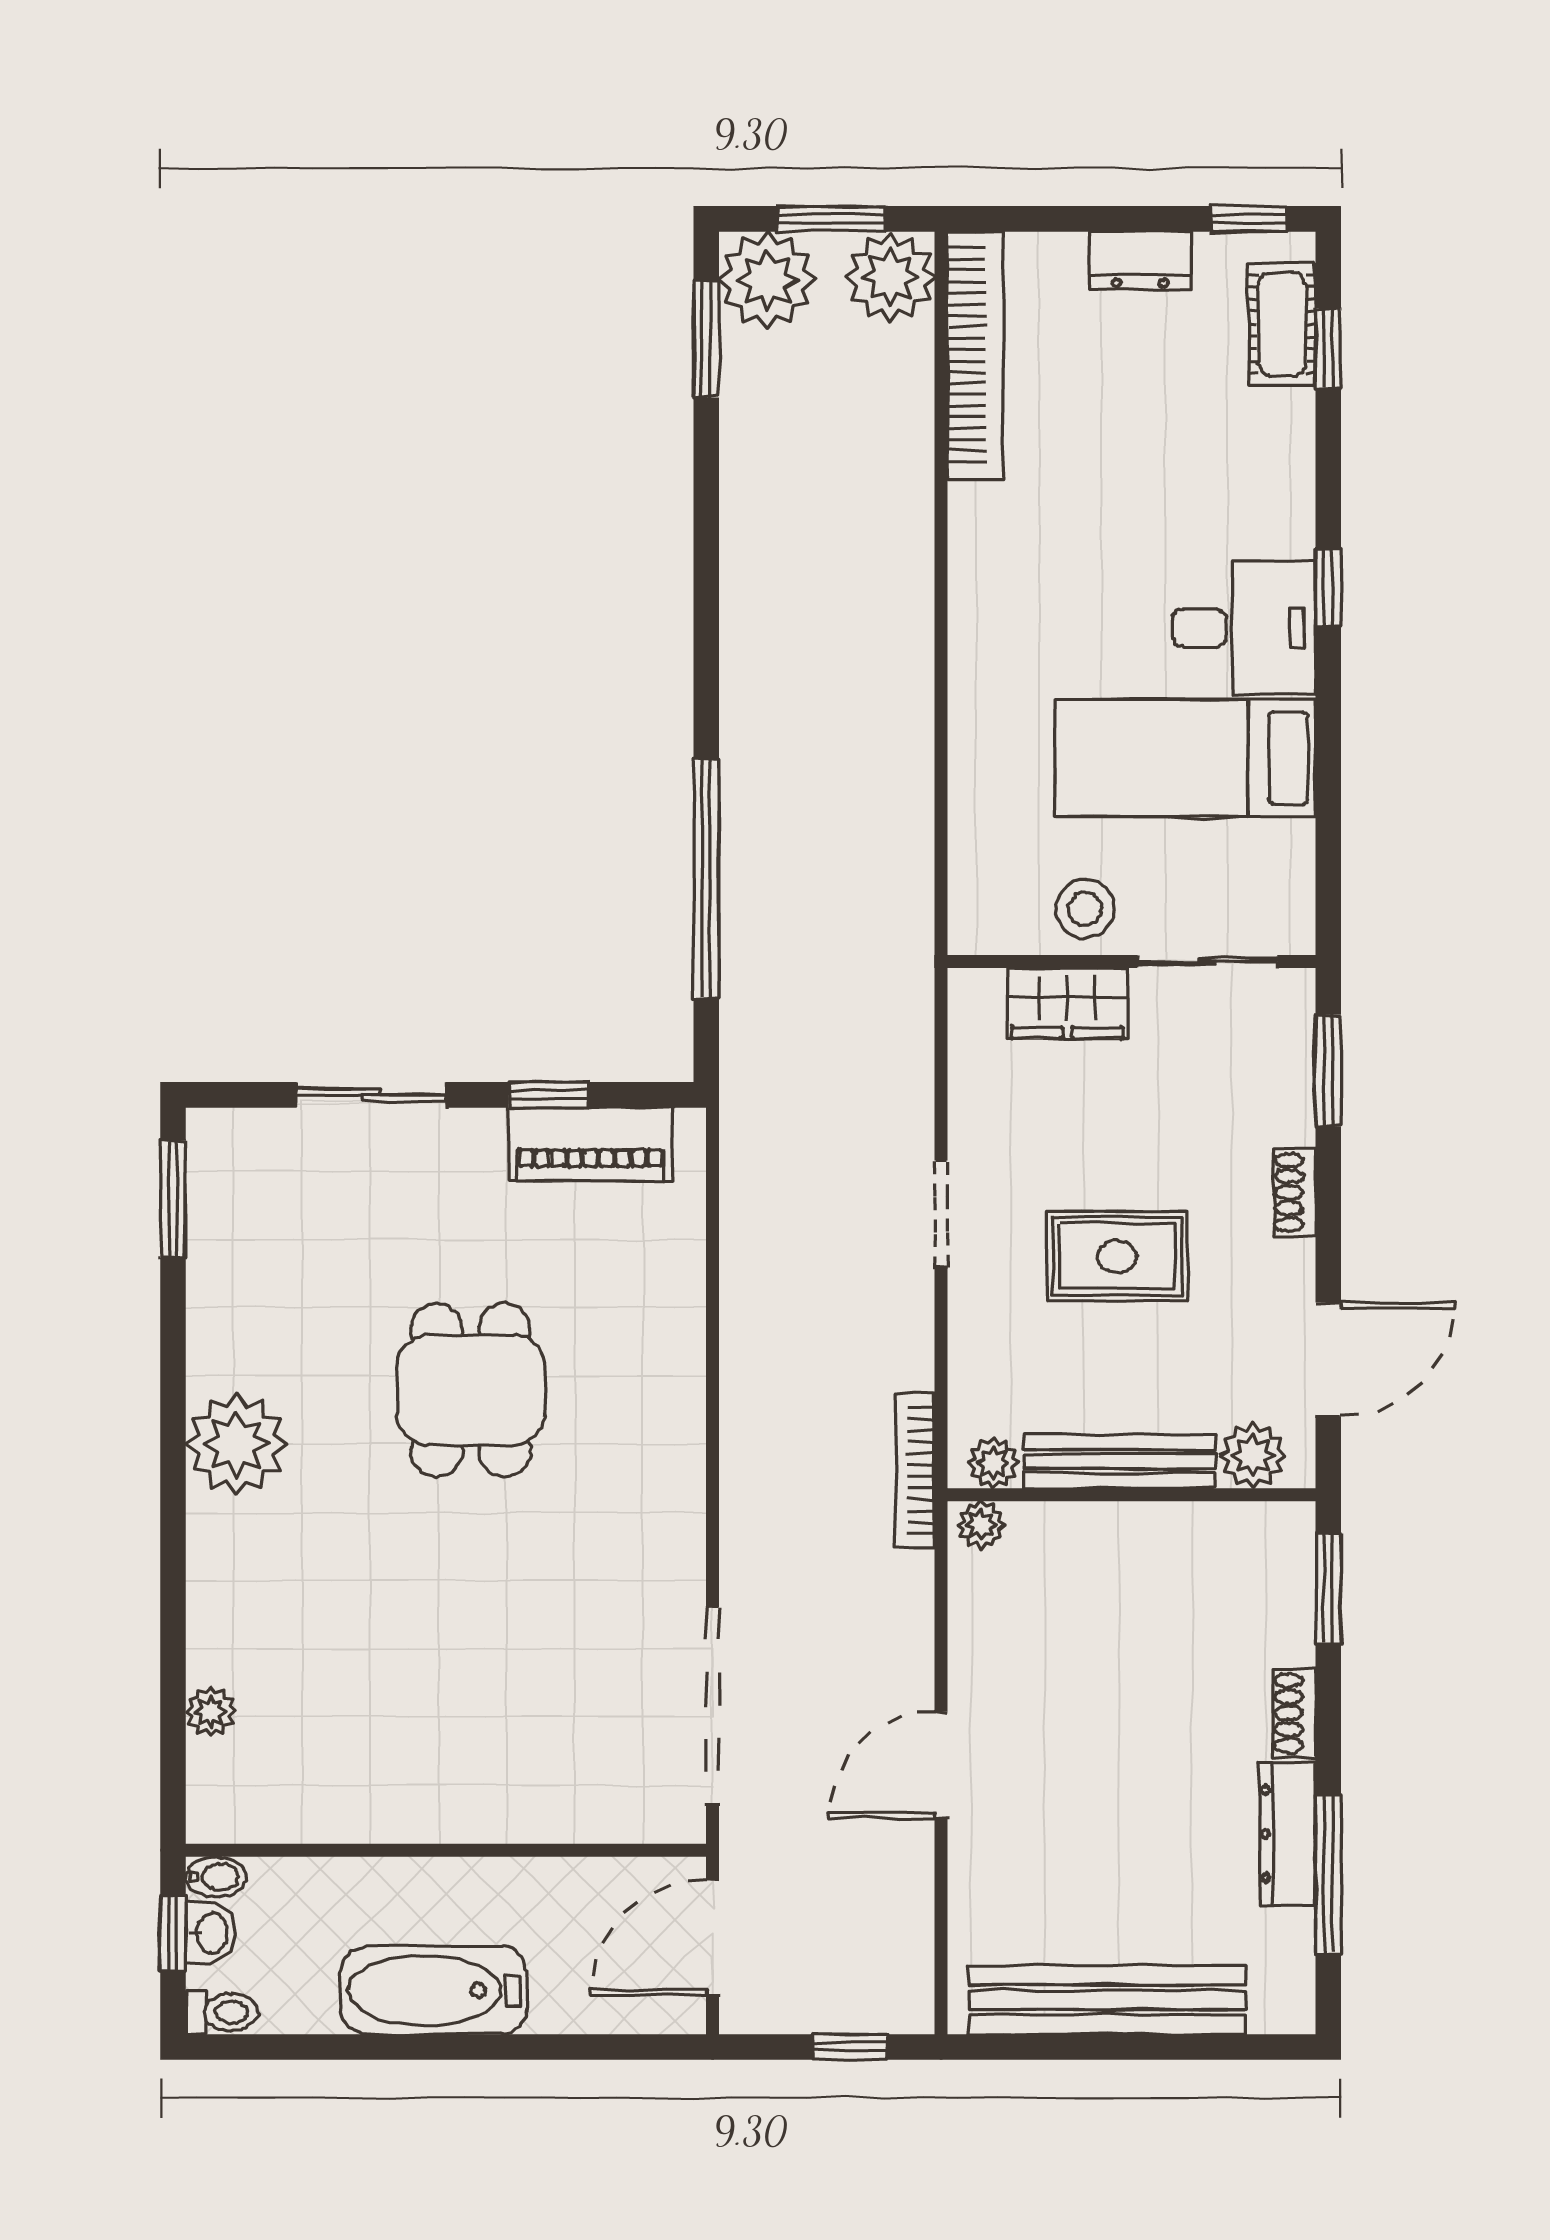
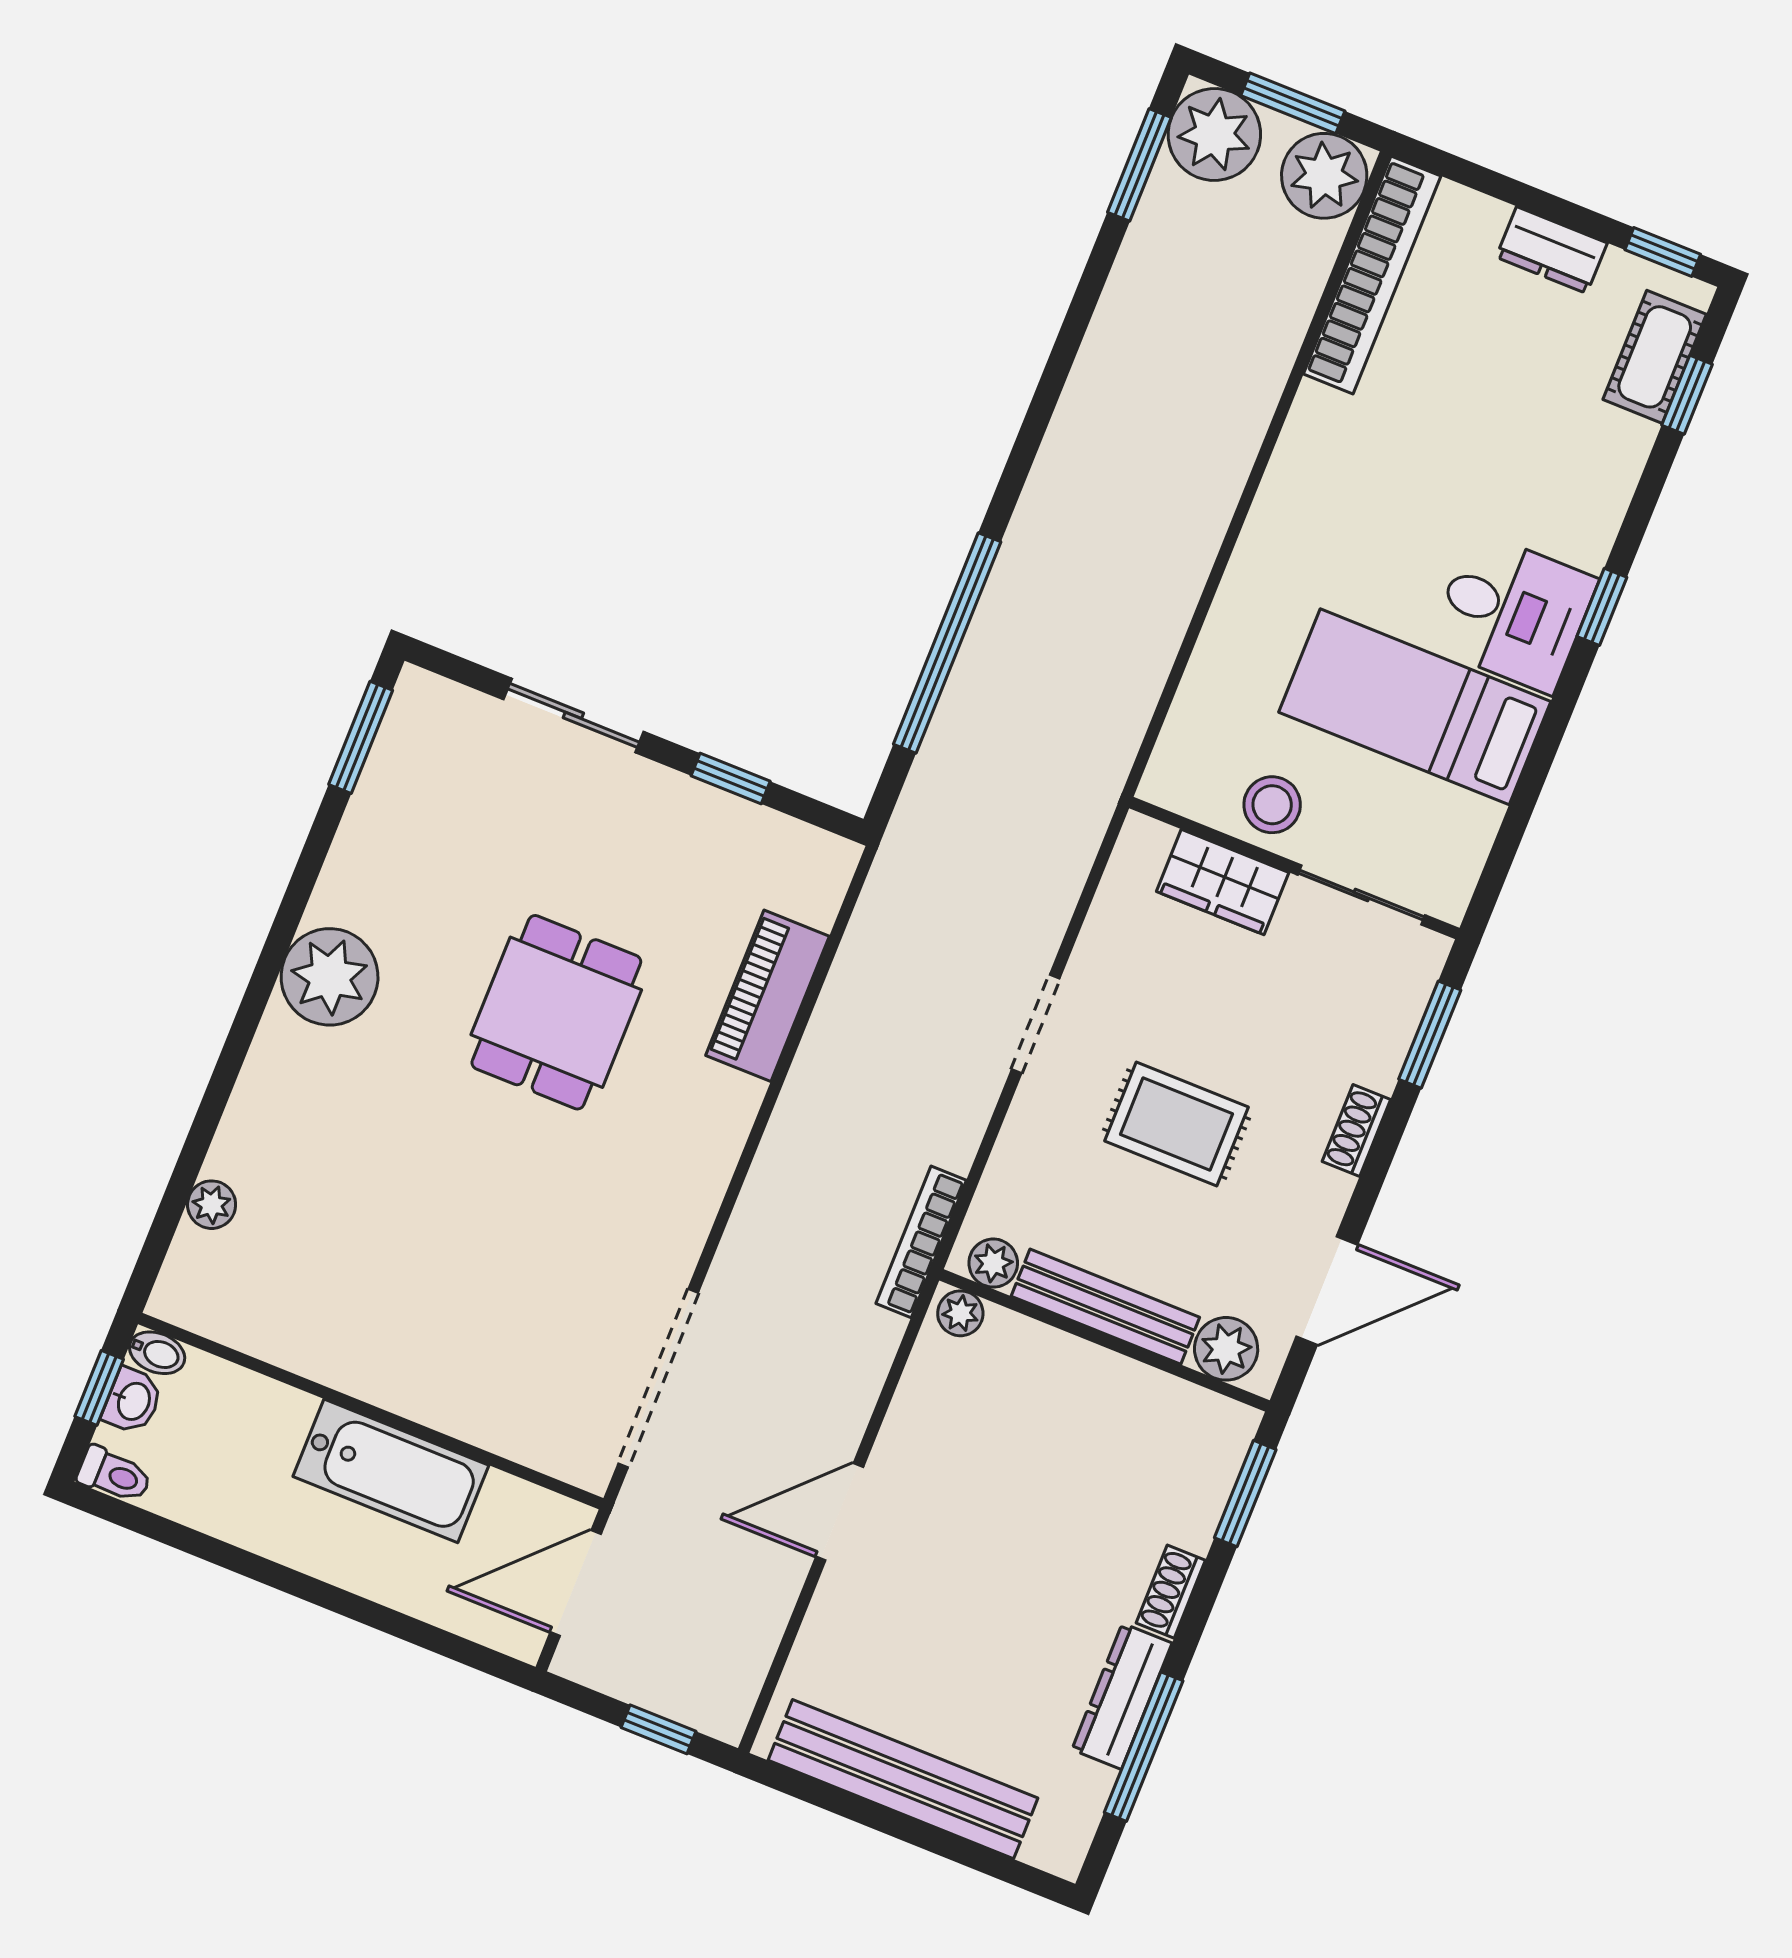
piano: (590, 1144) -> (767, 996), moved, turned 90
bathtub: (434, 1990) -> (391, 1471), moved, turned 180

